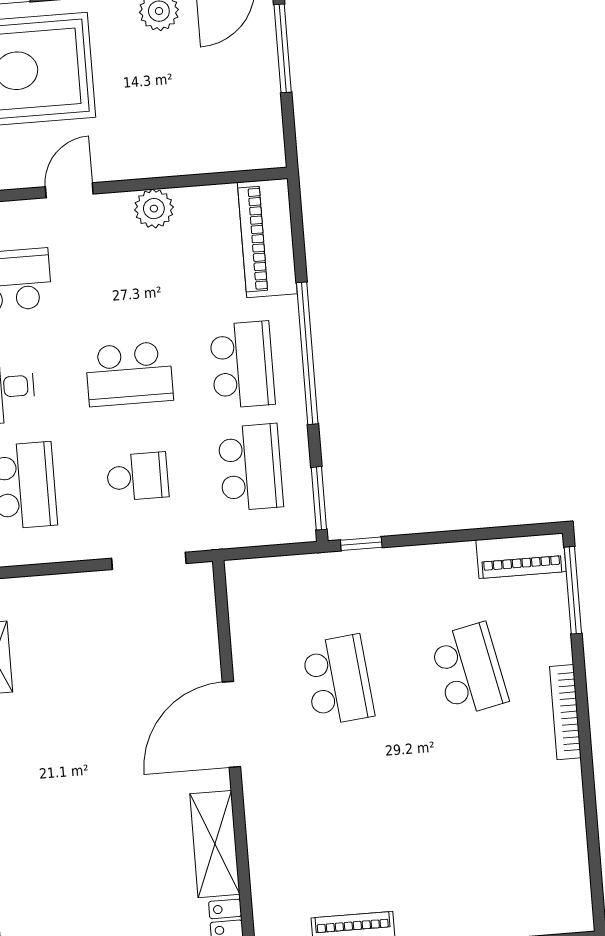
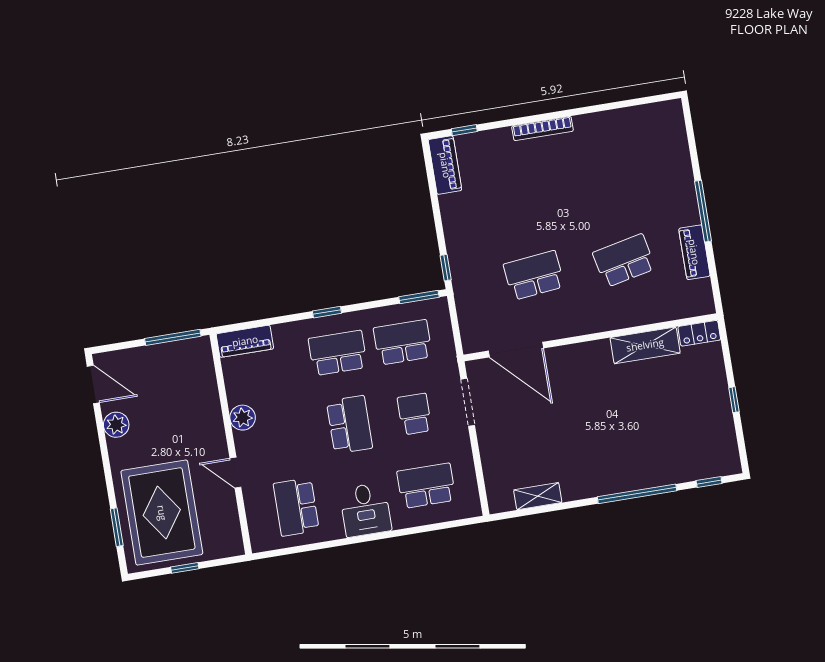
window: (283, 48) -> (173, 337), moved
piano: (267, 238) -> (245, 341), width x0.73, depth x0.75
window: (307, 353) -> (327, 312), width x0.32
window: (573, 590) -> (464, 130), width x0.46
school desk: (469, 670) -> (624, 261), moved
door: (231, 724) -> (516, 350), moved

